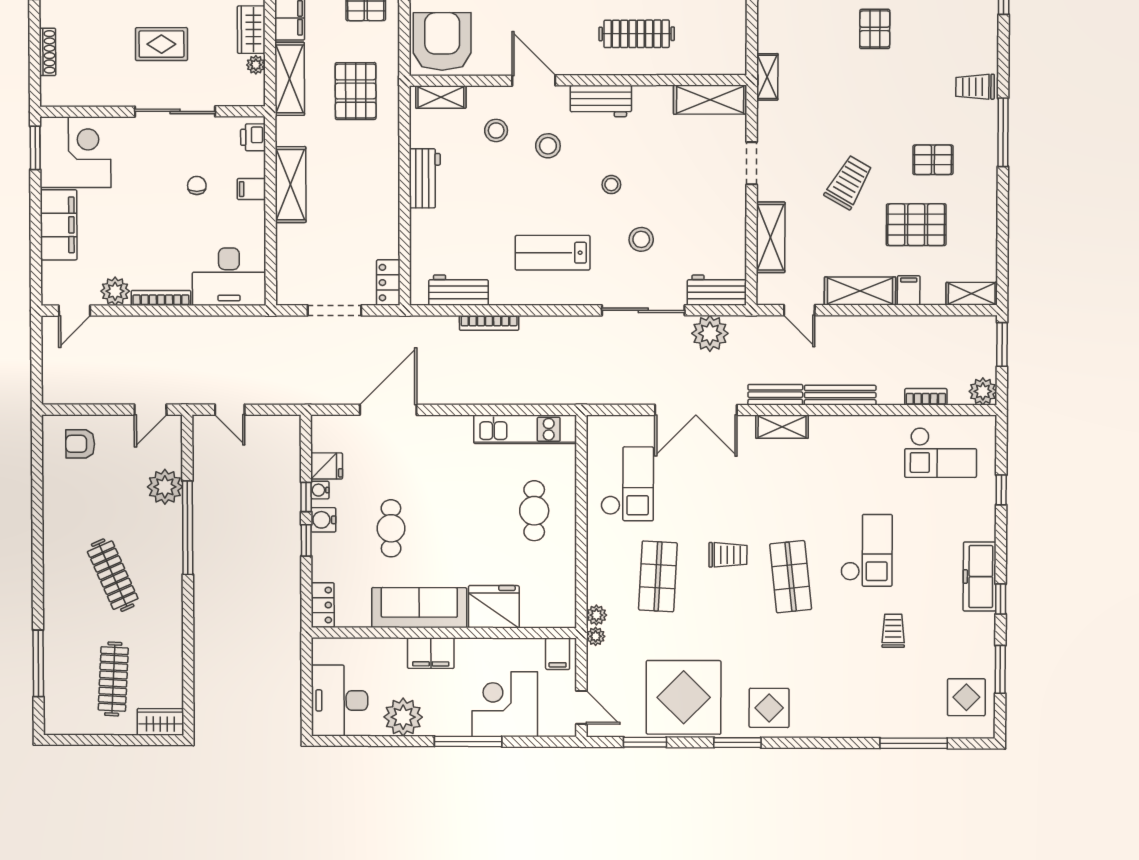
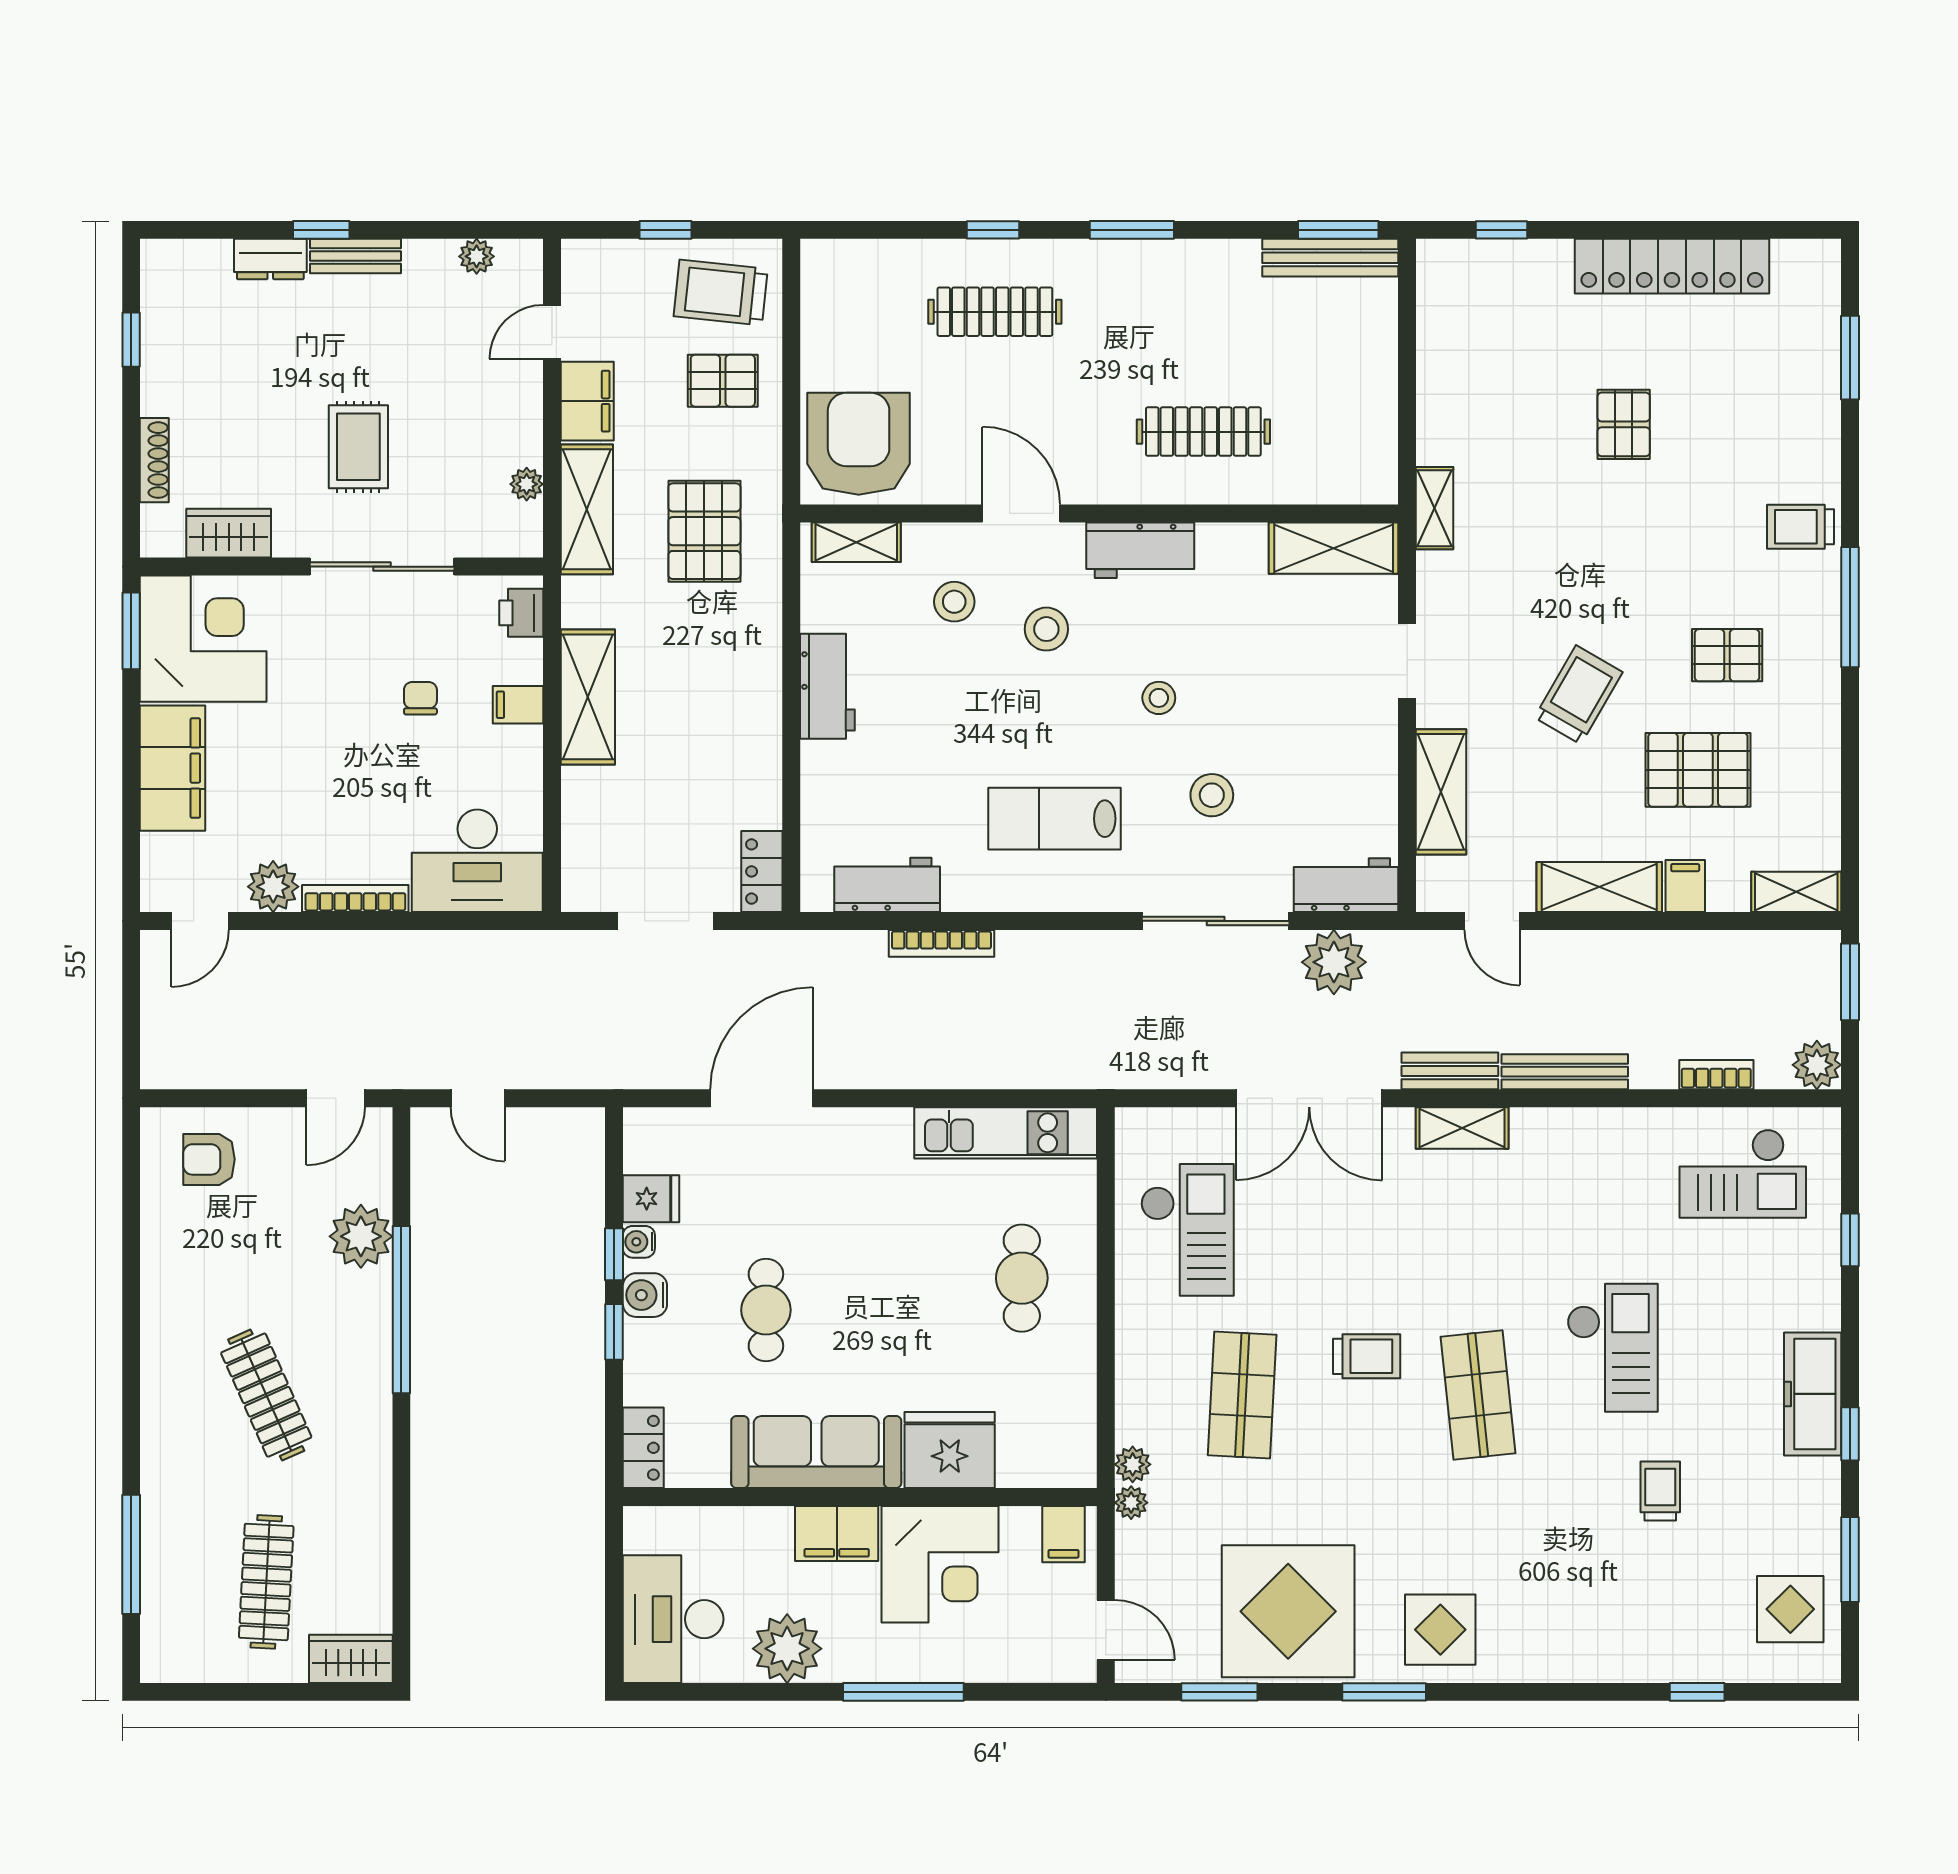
wardrobe: (251, 30) -> (229, 533), moved, turned 90
rug: (161, 44) -> (358, 447), turned 90
corner desk: (505, 704) -> (940, 1564), moved, turned 180
window: (914, 743) -> (1697, 1692), width x0.46

